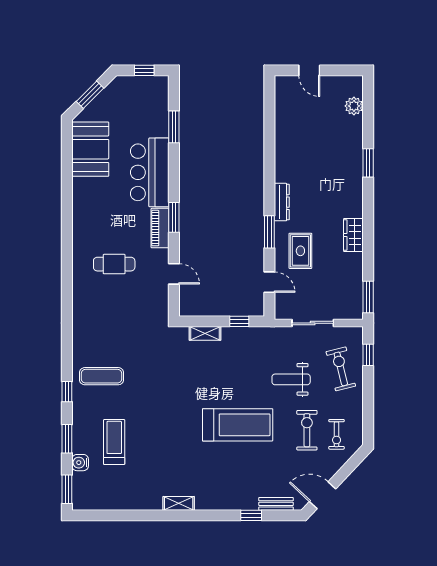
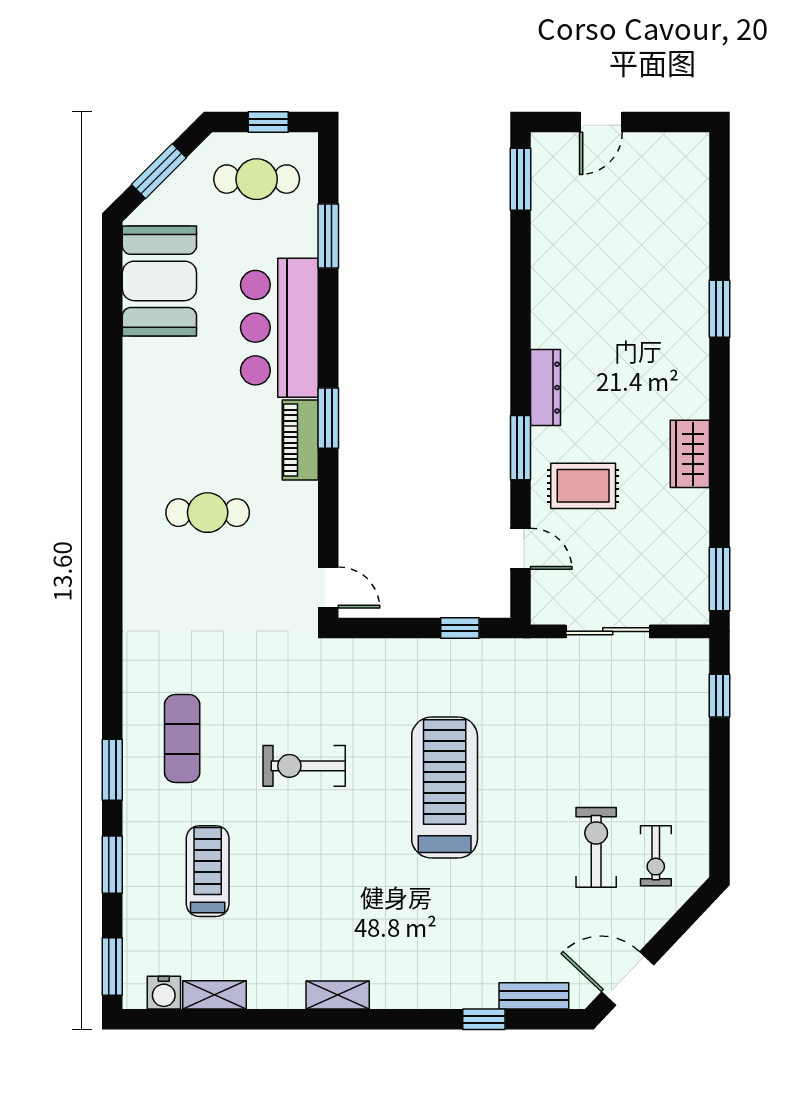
door: (309, 70) -> (601, 122), hinge flipped
cafe table: (138, 99) -> (257, 179), added
window: (269, 99) -> (520, 179), added
plant: (354, 106) -> (691, 194), removed
rug: (300, 251) -> (583, 486), turned 90
door: (174, 274) -> (328, 587), moved
shelving: (205, 333) -> (215, 995), moved
exercise bike: (341, 369) -> (304, 766), moved, turned -76
exercise mat: (102, 376) -> (182, 739), turned 90
weight bench: (291, 379) -> (564, 745), removed
window: (67, 392) -> (112, 770), width x1.50
treadmill: (238, 425) -> (445, 788), moved, turned -90
water cooler: (80, 463) -> (164, 993), moved, turned -90

